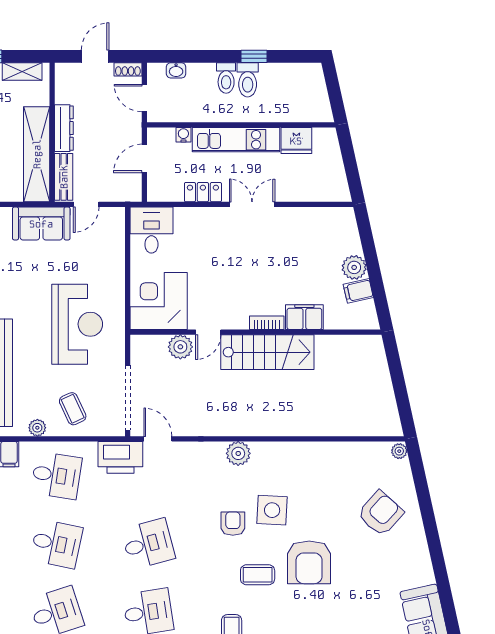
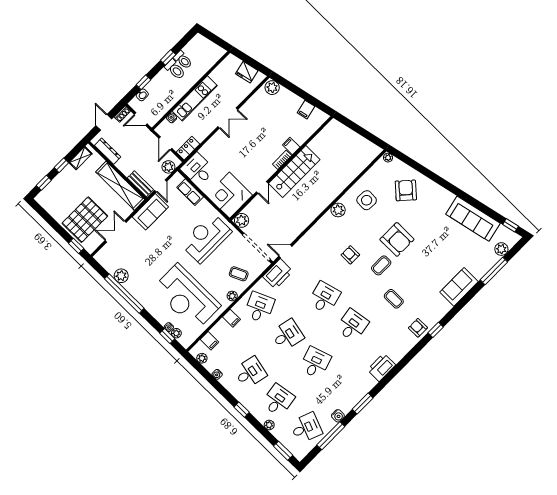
window: (193, 56) -> (143, 82), added
toilet: (226, 78) -> (183, 60), moved
dresser: (64, 128) -> (108, 151), moved
fridge: (296, 141) -> (247, 72), moved, turned 78
plant: (119, 191) -> (168, 167), added
locker: (203, 192) -> (188, 148), moved
double door: (252, 204) -> (228, 118), swing flipped
row of seats: (114, 248) -> (190, 192), added
plant: (354, 267) -> (272, 88), moved
filing cabinet: (304, 317) -> (291, 146), width x0.50
reception desk: (77, 324) -> (206, 238), turned -90
plant: (180, 347) -> (242, 220), moved
plant: (238, 453) -> (338, 210), moved
desk: (56, 475) -> (259, 307), turned -33
side table: (272, 510) -> (367, 200), moved

